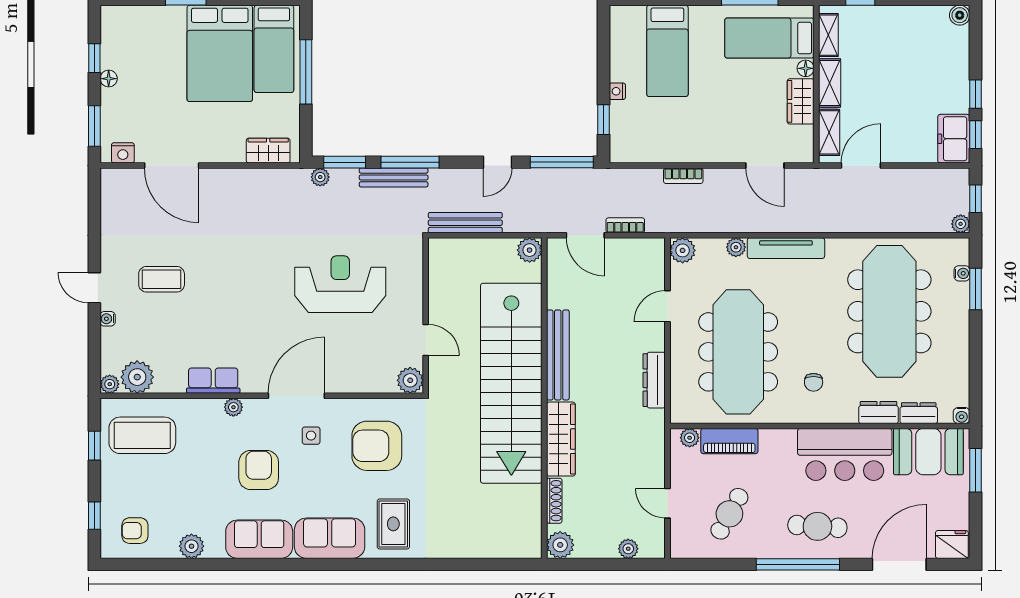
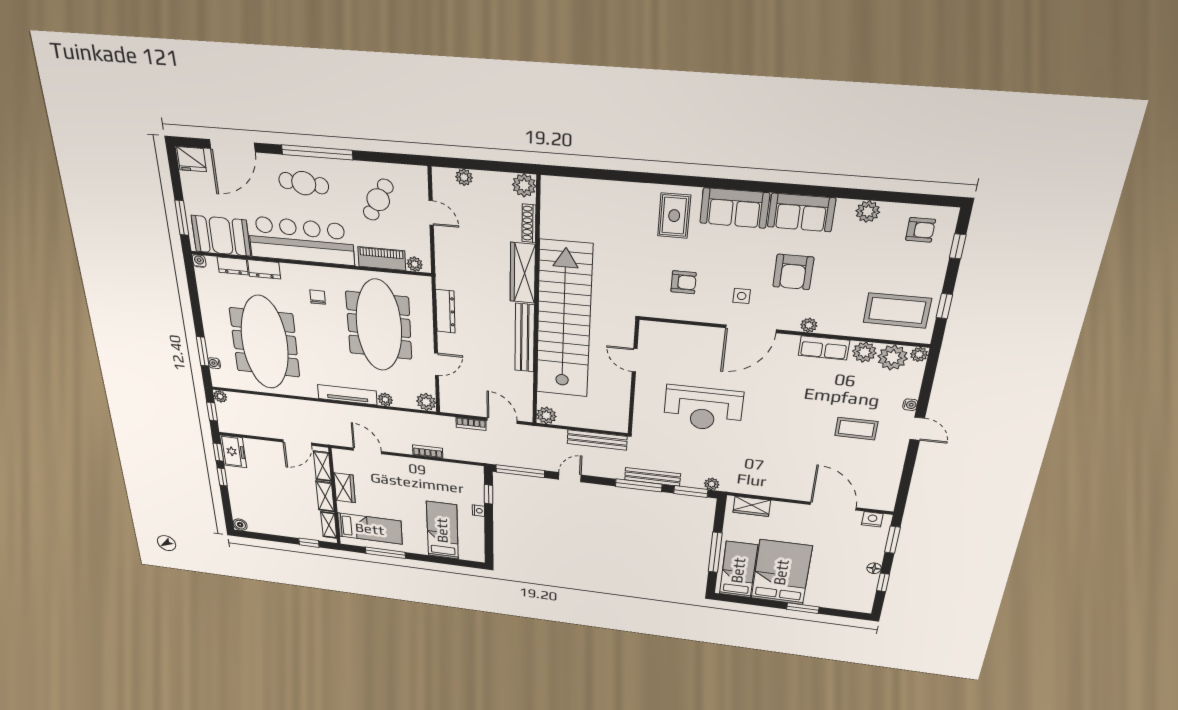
floor lamp: (806, 68) -> (343, 507), removed
plant: (410, 380) -> (864, 352), moved
armchair: (377, 446) -> (684, 282), width x0.53, depth x0.53
bar counter: (845, 454) -> (301, 241), width x1.36

